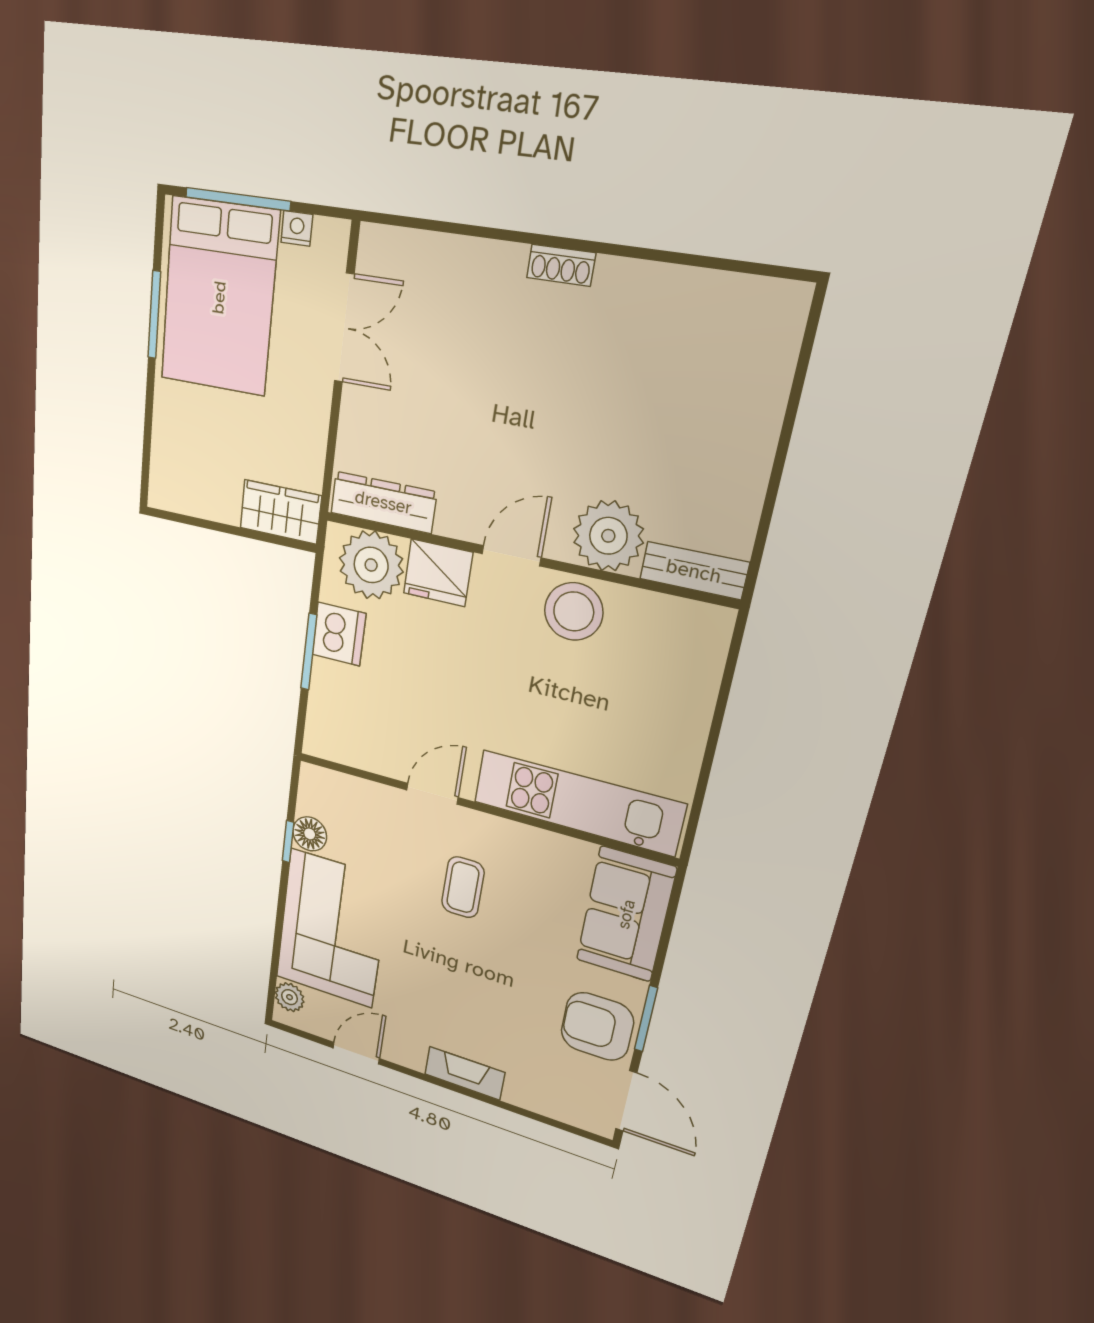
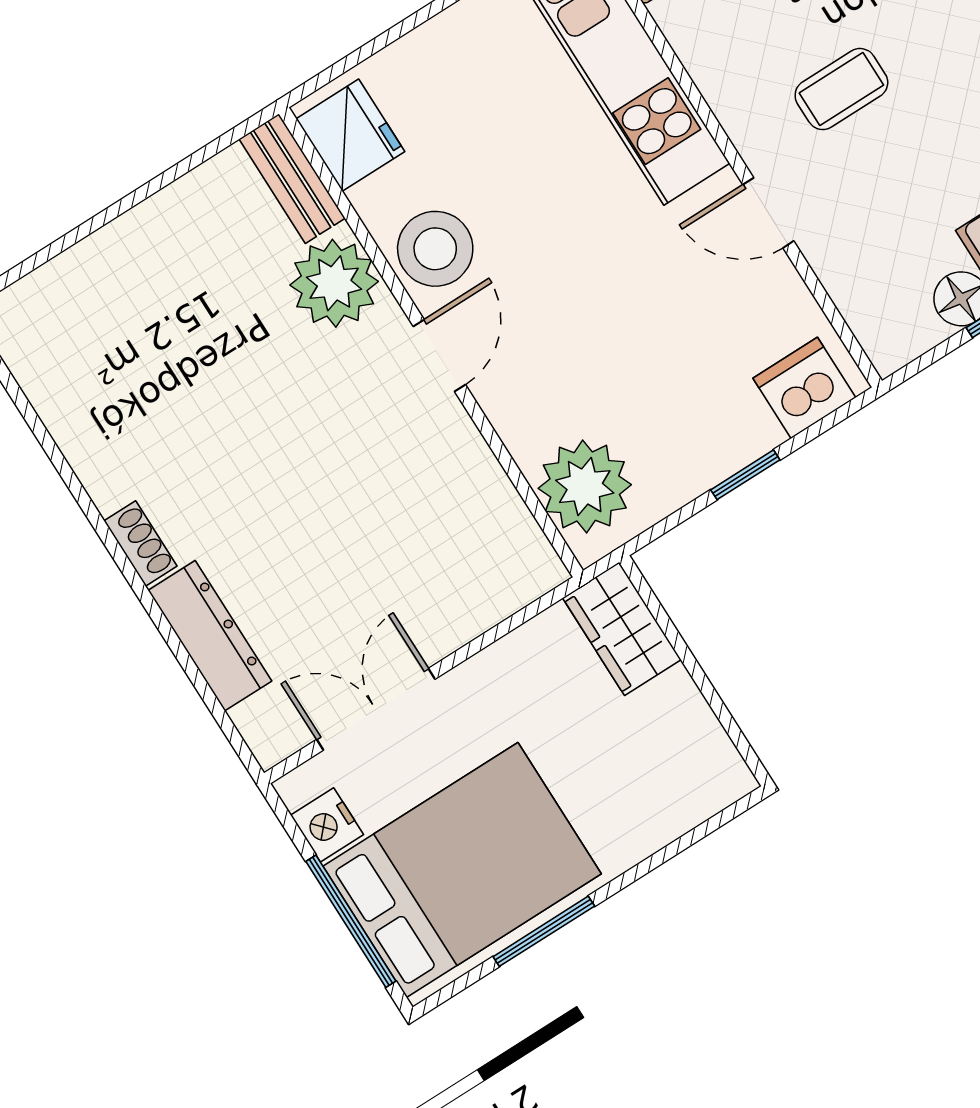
nightstand: (297, 228) -> (327, 825), width x1.39, depth x1.35
dresser: (383, 502) -> (210, 636), moved, turned 180
door: (511, 556) -> (439, 355), swing flipped
fridge: (438, 573) -> (350, 135), moved
dishwasher: (339, 634) -> (804, 388), moved
window: (309, 652) -> (745, 475), width x0.67

